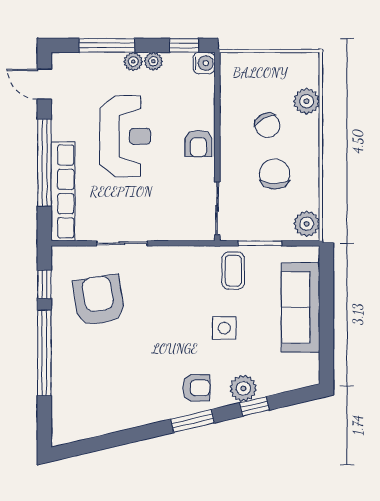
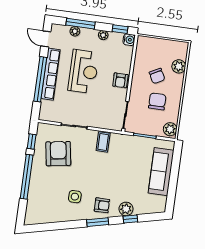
plant: (133, 62) -> (75, 31), moved
row of seats: (63, 191) -> (51, 74), moved
coffee table: (233, 271) -> (103, 142), moved
side table: (224, 328) -> (75, 197), moved

